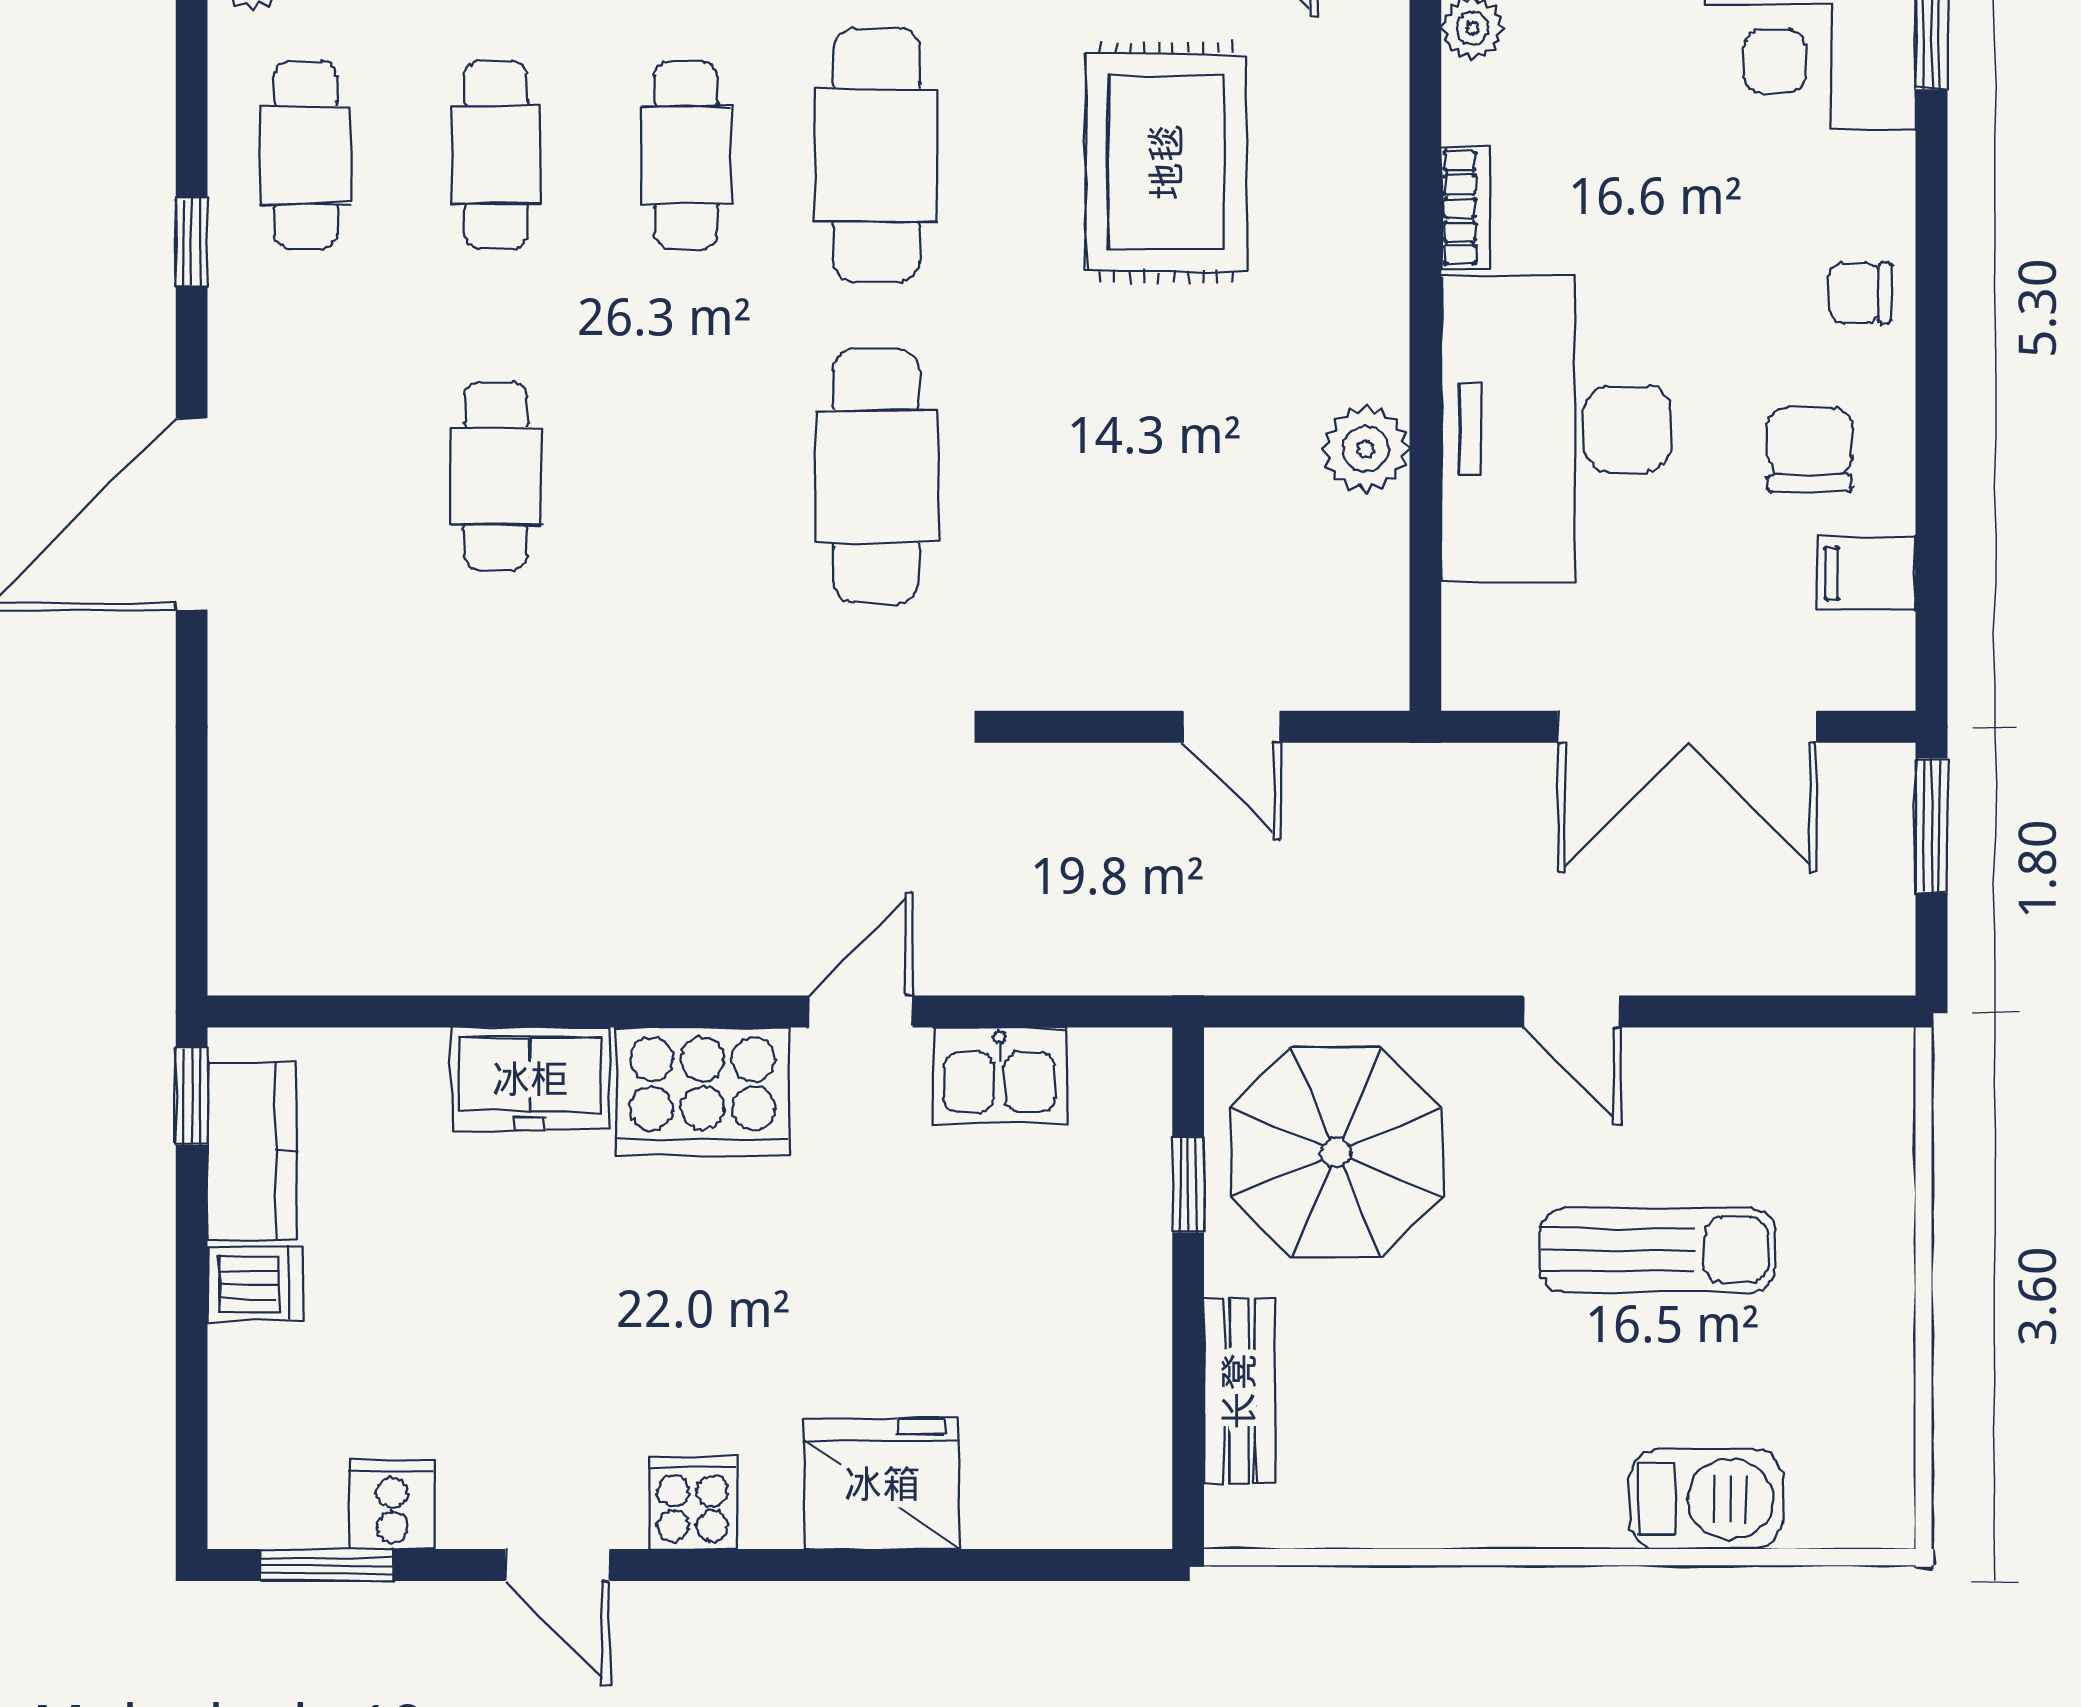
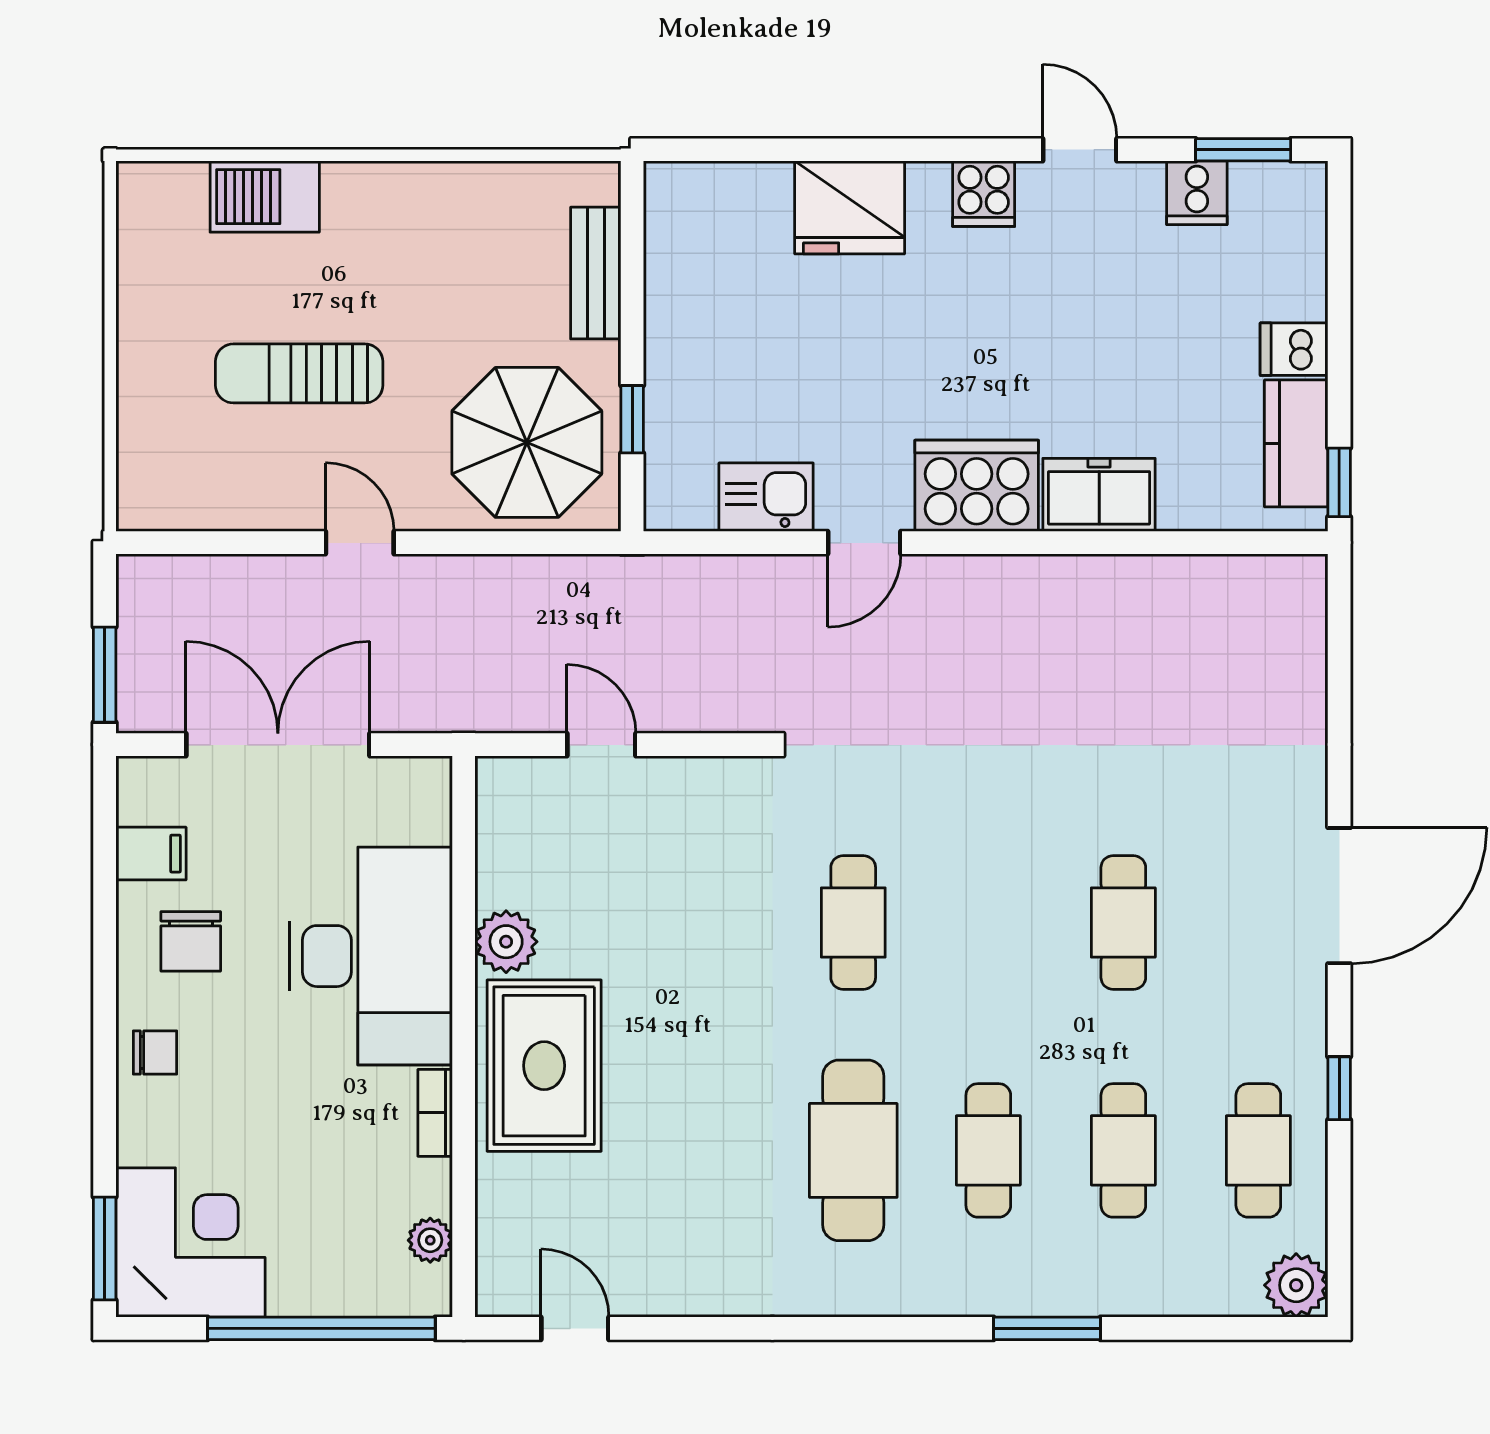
rug: (1166, 162) -> (544, 1066), moved
cafe table: (876, 476) -> (853, 923), width x0.73, depth x0.74

